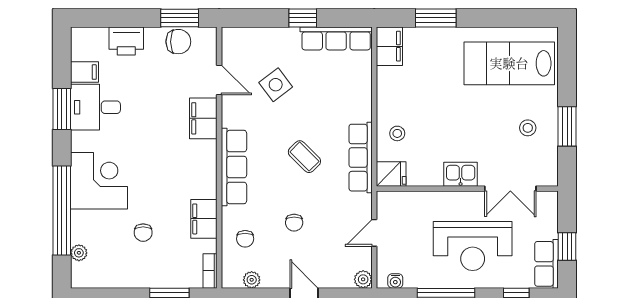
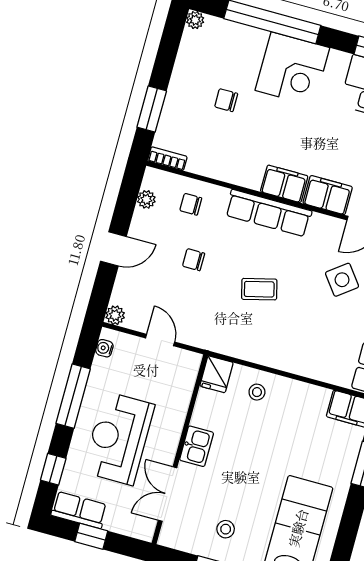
coffee table: (304, 157) -> (259, 289), turned 31
row of seats: (361, 158) -> (242, 347), removed
filing cabinet: (204, 219) -> (284, 184), moved
plant: (79, 253) -> (195, 20), moved

